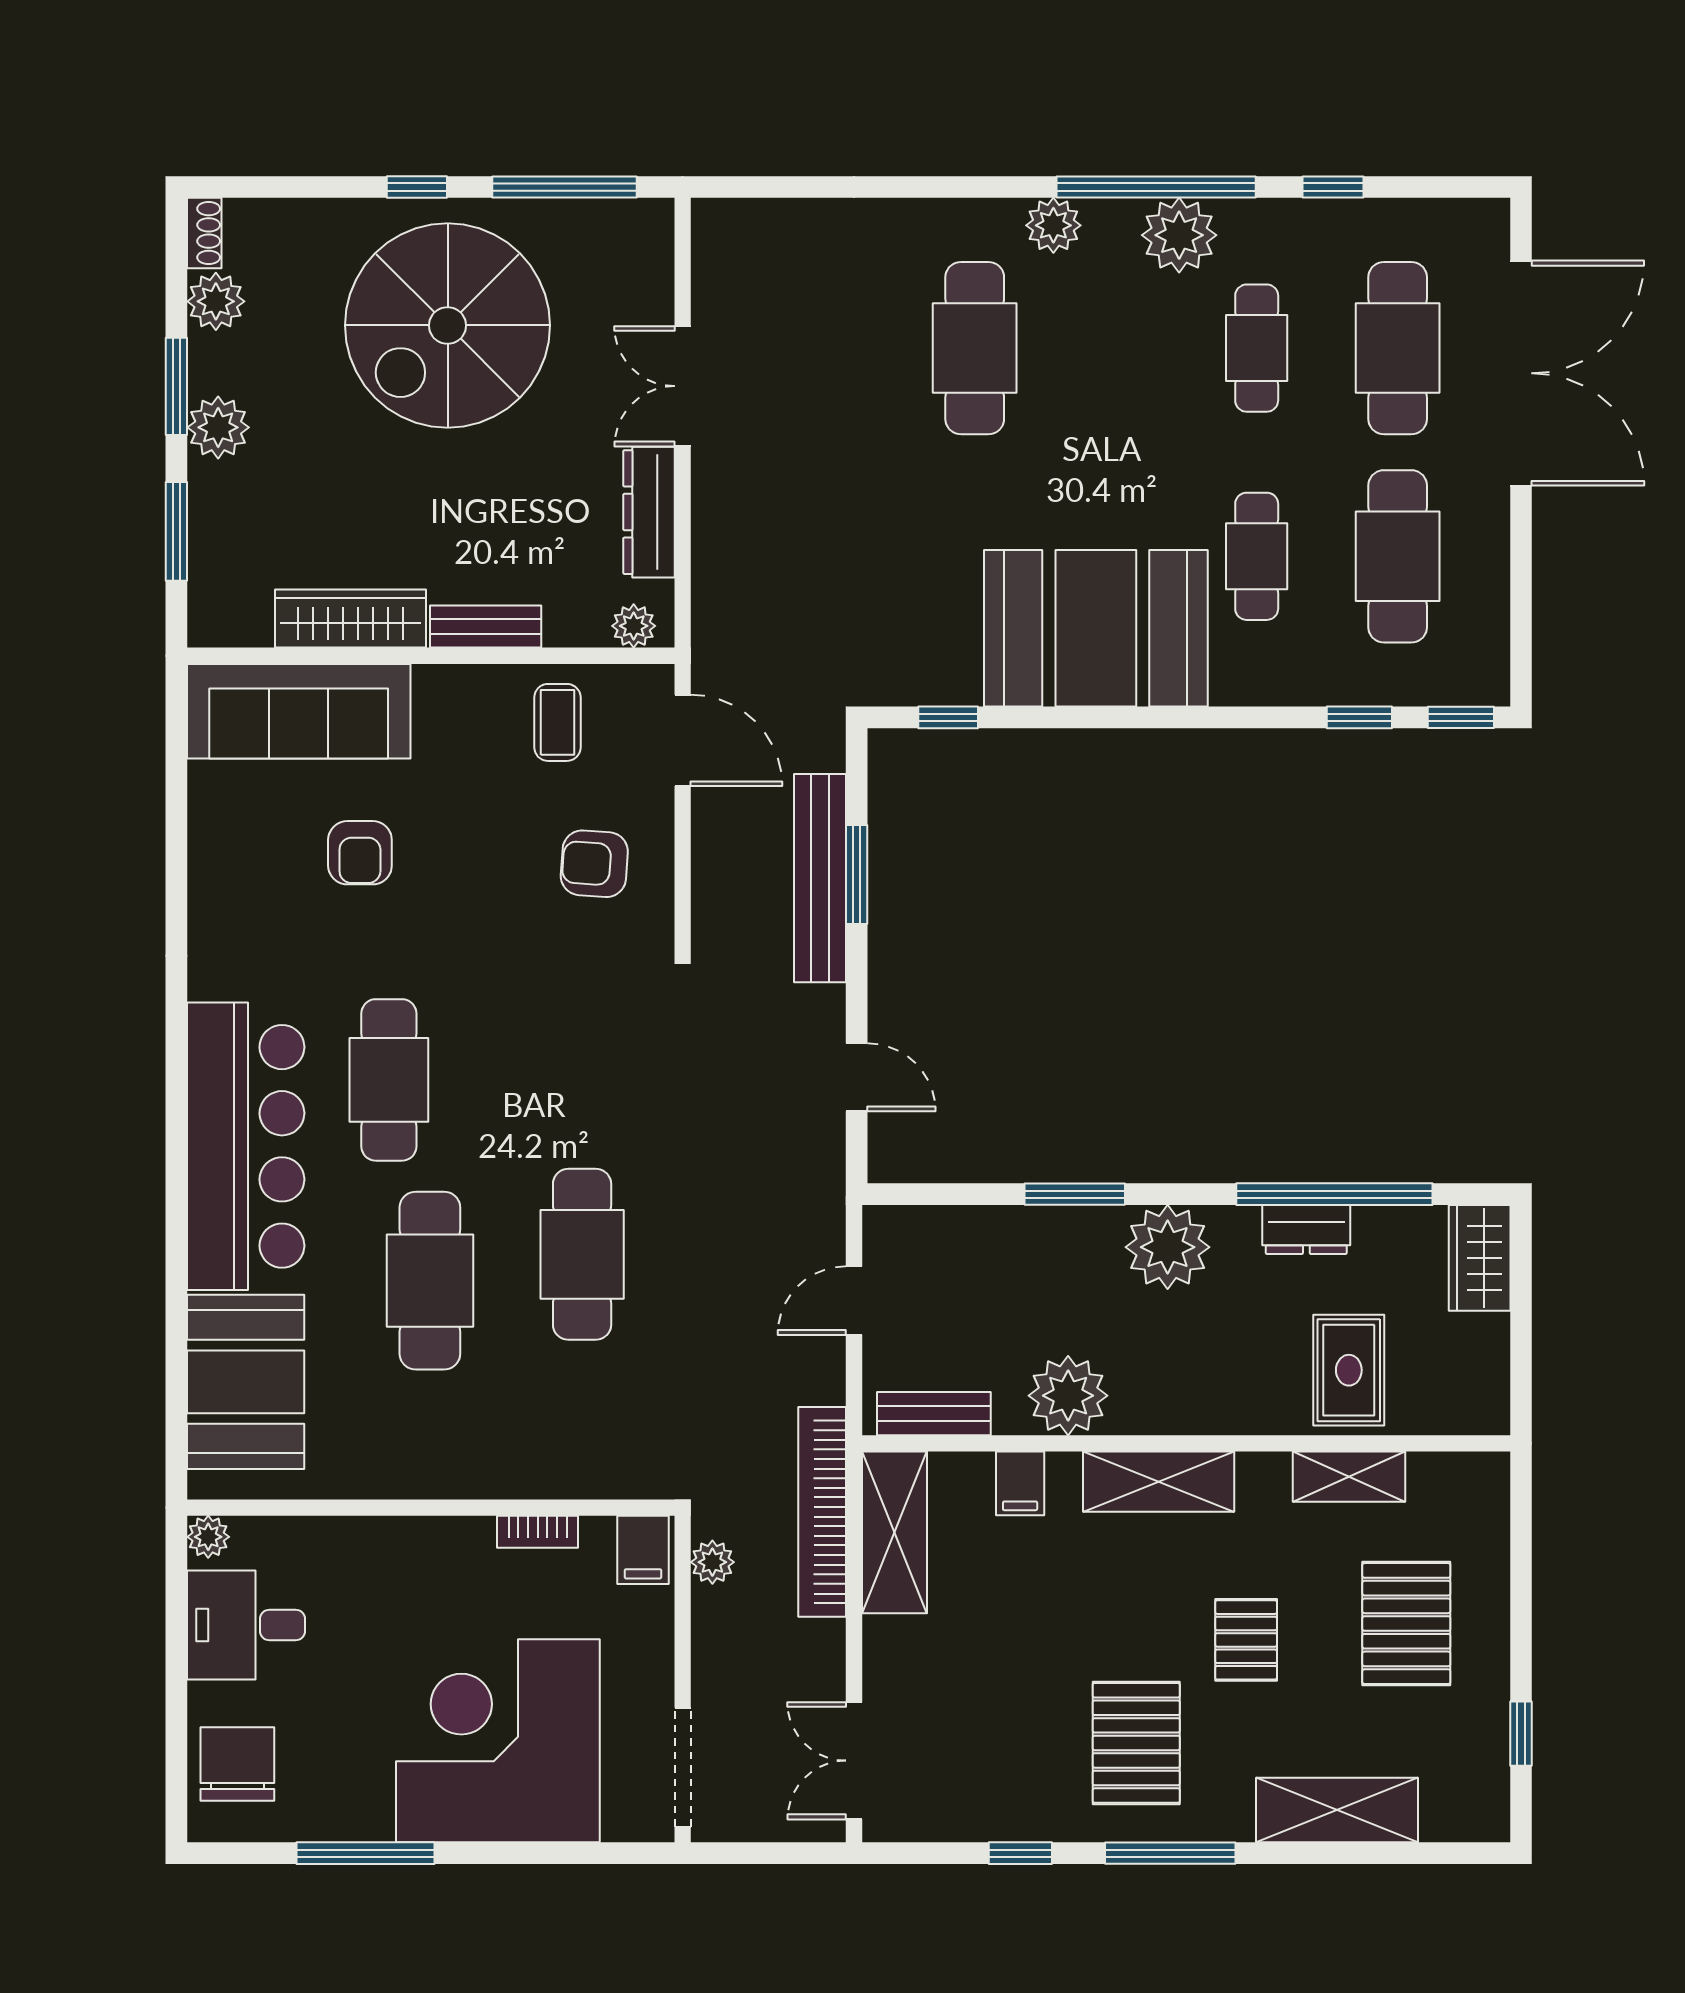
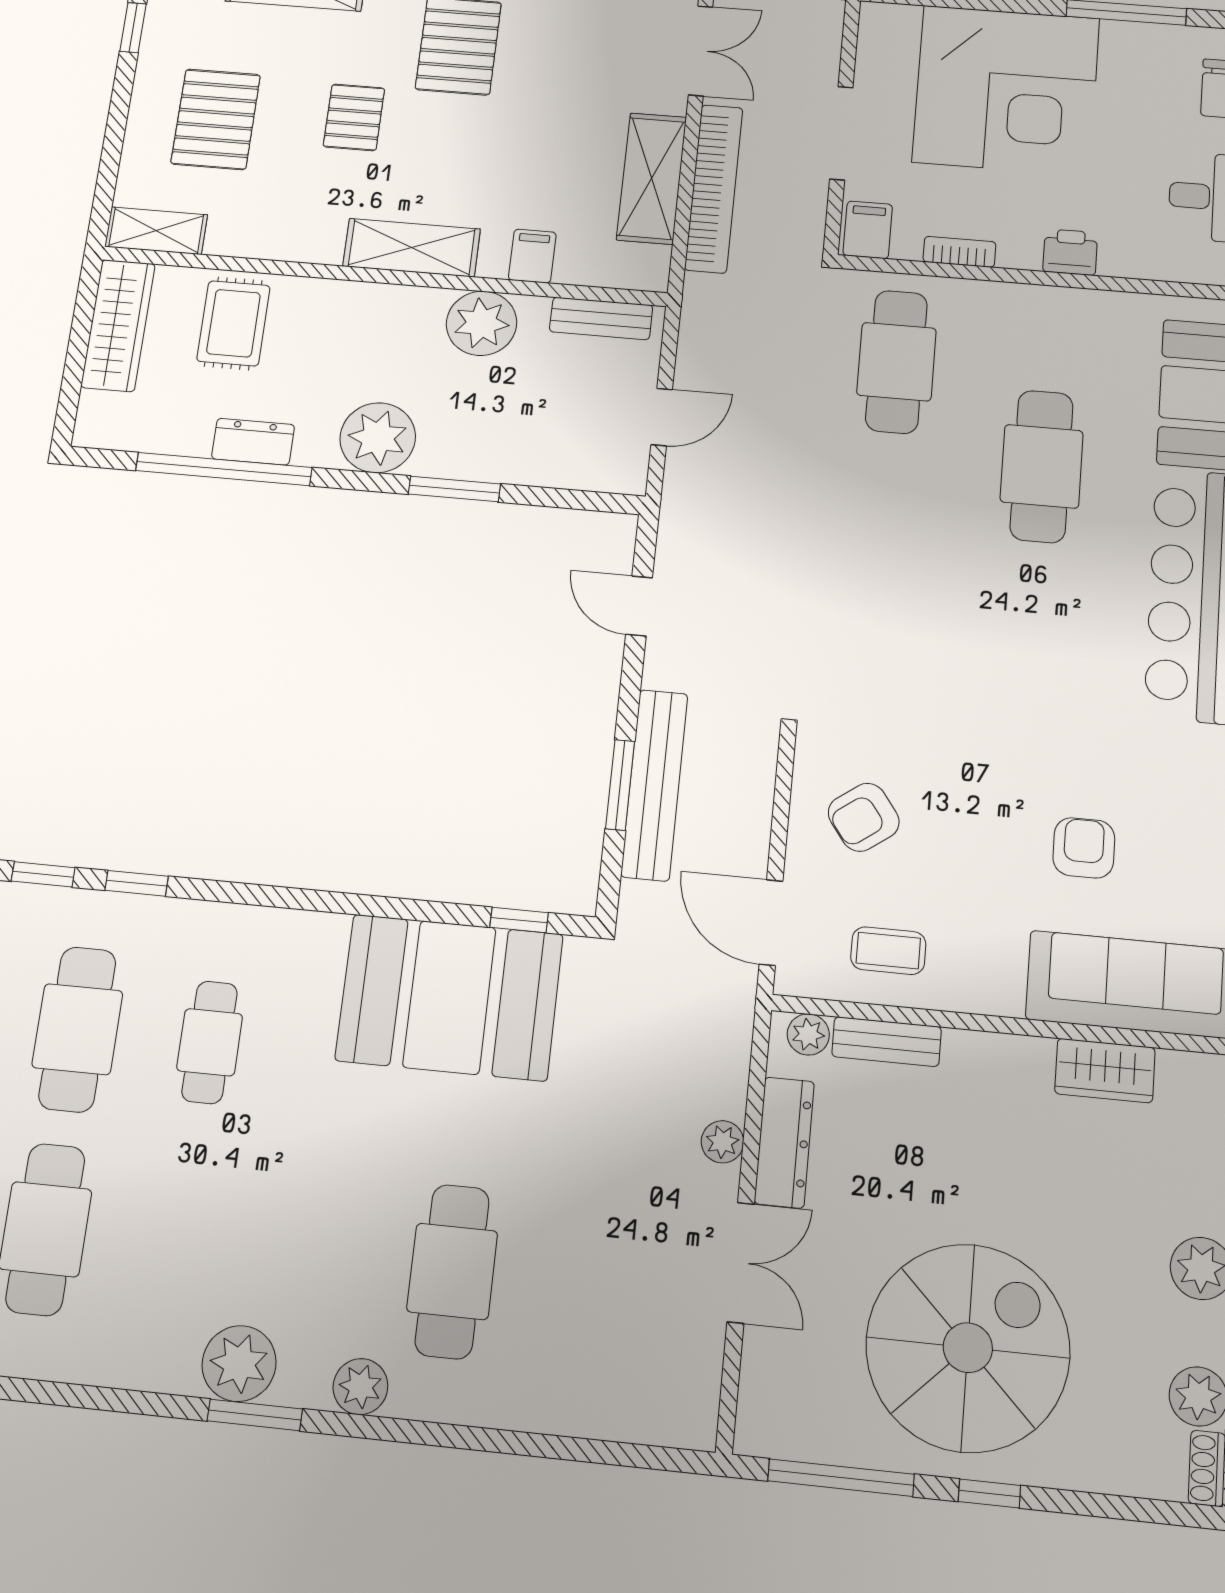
window: (1156, 187) -> (255, 1415), width x0.47
window: (1333, 187) -> (82, 1396), removed
cafe table: (1257, 348) -> (180, 1243), removed
wardrobe: (351, 619) -> (1105, 1071), width x0.67
bench: (486, 627) -> (887, 1042), moved
booth: (1096, 628) -> (449, 997), moved
coffee table: (557, 722) -> (888, 951), turned 90
armchair: (594, 864) -> (864, 817), turned 140
cafe table: (389, 1080) -> (1069, 642), removed
cafe table: (582, 1254) -> (896, 362), moved
wardrobe: (1480, 1258) -> (118, 325), moved, width x1.50
shelving: (1349, 1477) -> (156, 231), moved
bookcase: (822, 1512) -> (714, 188), moved
shelving: (894, 1532) -> (652, 178), moved
printer: (413, 1543) -> (1070, 252), added
plant: (712, 1562) -> (722, 1142), moved
doorway: (683, 1767) -> (841, 133), moved

